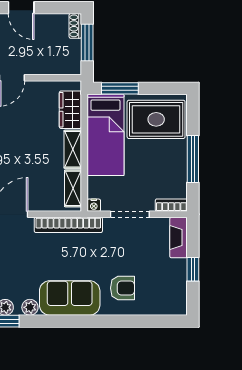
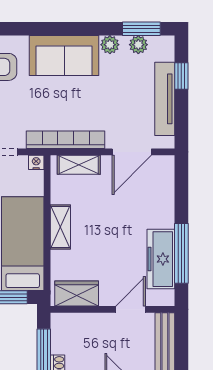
wardrobe: (70, 110) -> (77, 293), moved, turned -90
shelving: (73, 188) -> (79, 165), moved, turned 90

